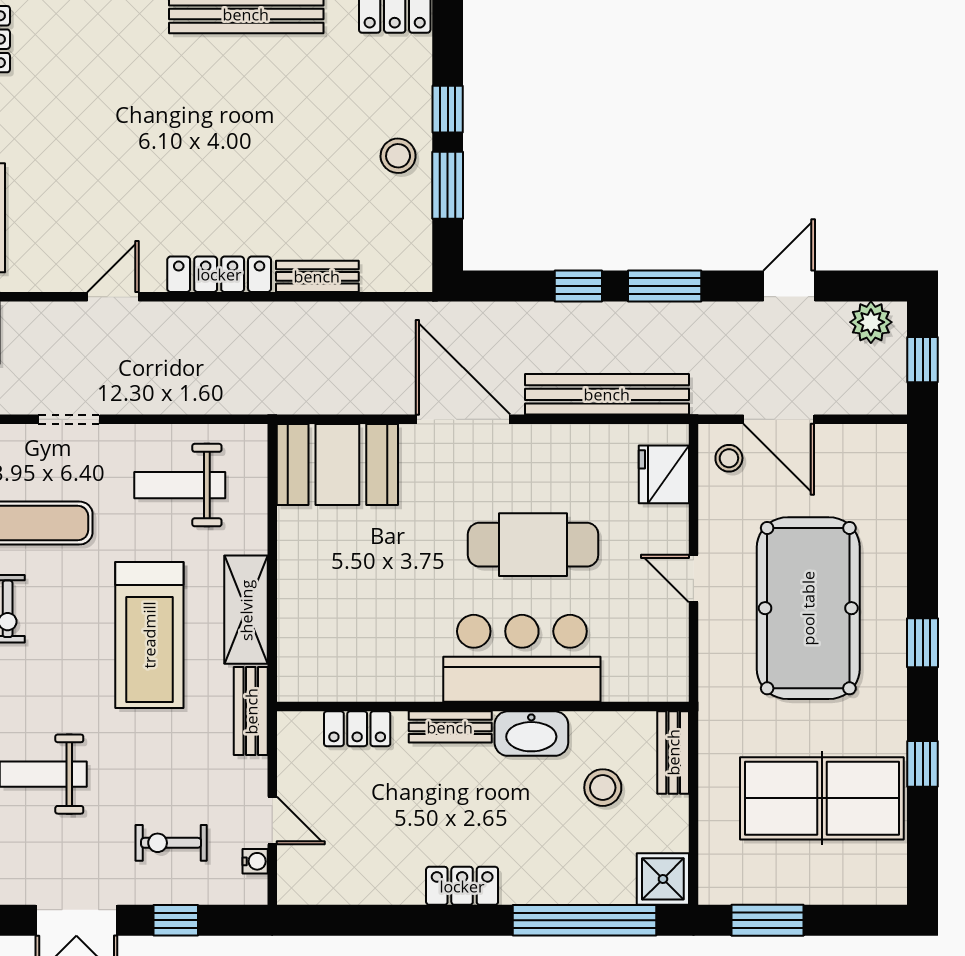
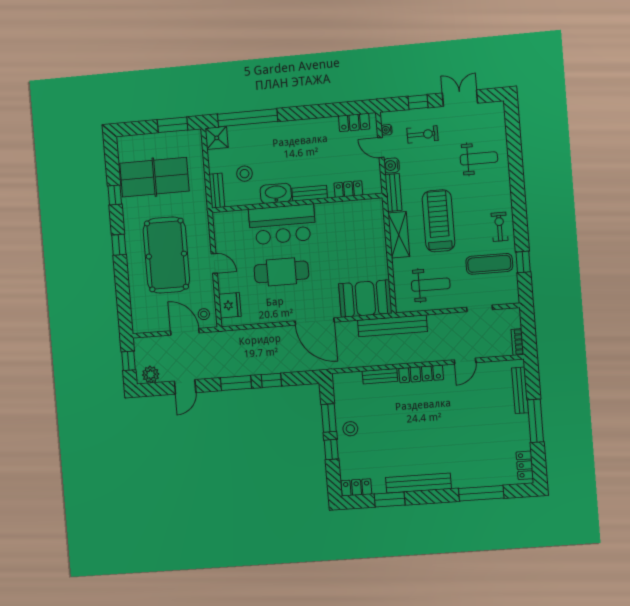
bench: (607, 394) -> (392, 326), moved
water cooler: (250, 776) -> (392, 165), added
locker: (462, 886) -> (354, 122), moved

